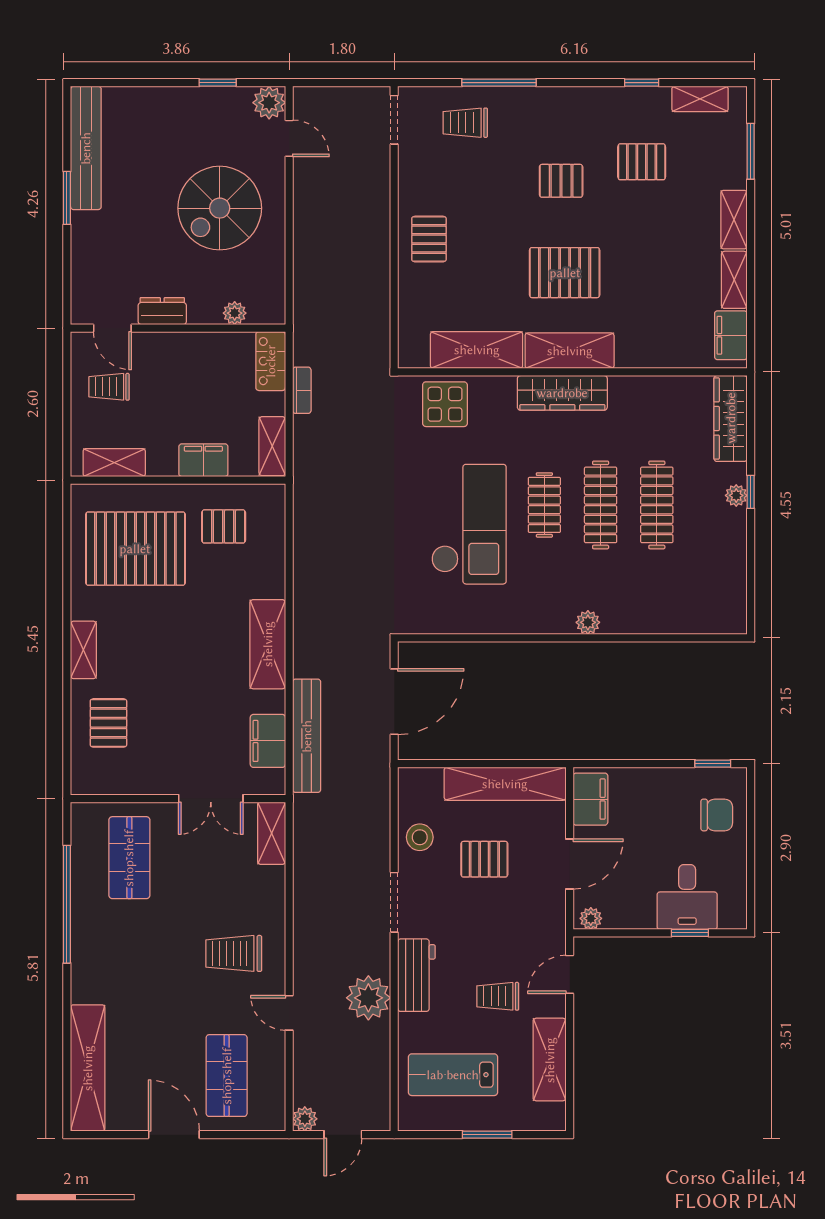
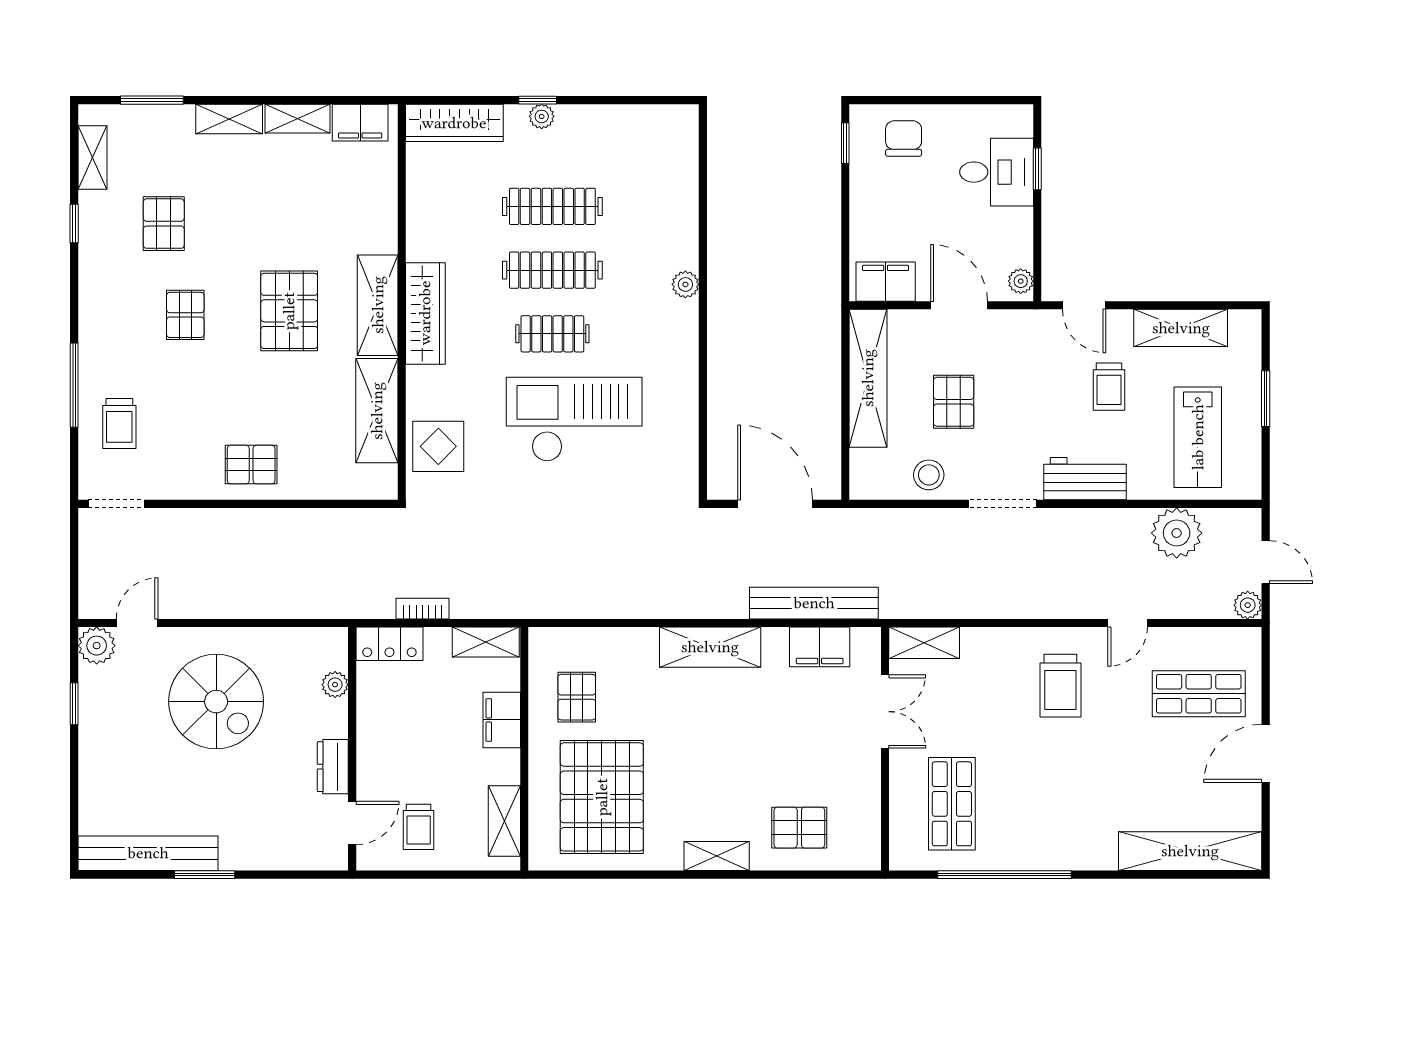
shop shelf: (129, 858) -> (952, 804), turned 90
plant: (368, 998) -> (1177, 533), moved

